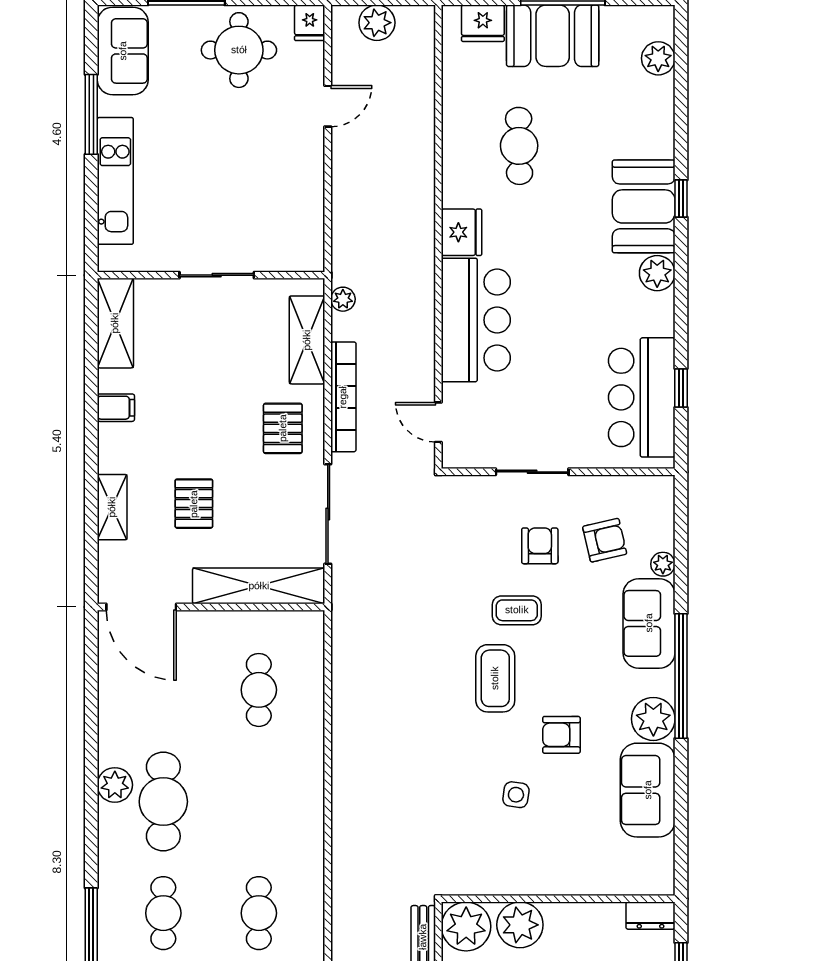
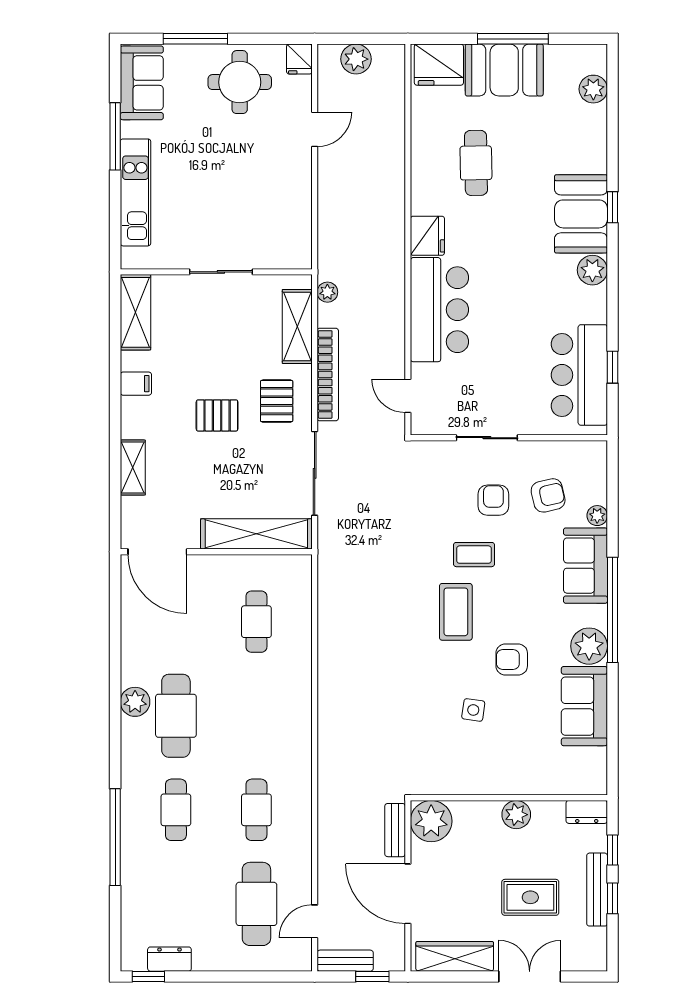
fridge: (483, 23) -> (439, 65), width x1.36, depth x1.34
pallet: (194, 504) -> (217, 415), moved, turned 90
plant: (520, 925) -> (516, 815), moved, width x0.73, depth x0.73

